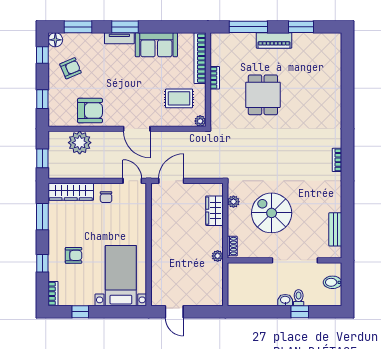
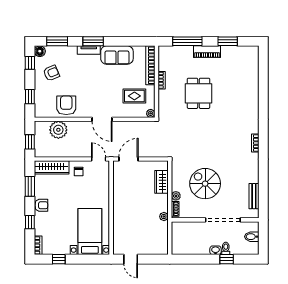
armchair: (90, 111) -> (66, 105), turned -90
plant: (233, 202) -> (176, 196), moved
armchair: (74, 255) -> (41, 205), moved

